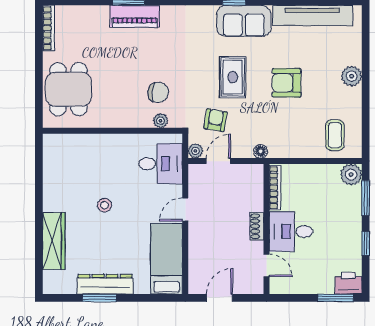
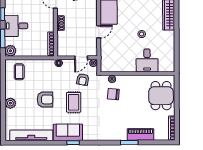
piano: (135, 16) -> (140, 135), moved
desk: (161, 164) -> (147, 60), moved, turned -90
desk: (291, 231) -> (16, 26), moved, turned 180

